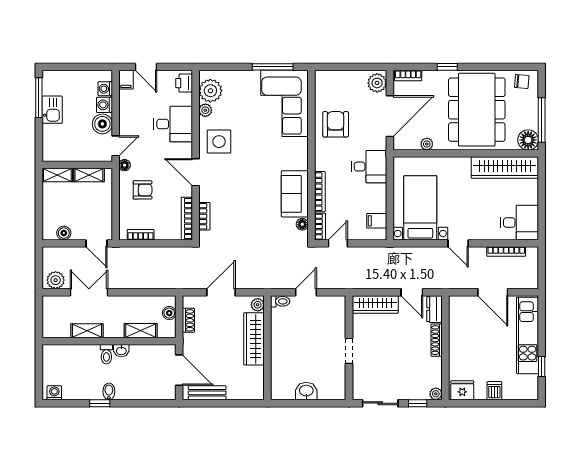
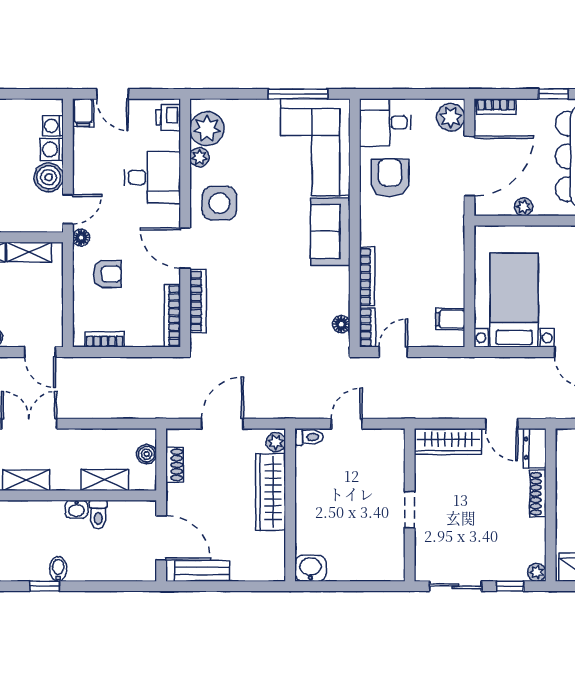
desk: (369, 167) -> (385, 122), moved, turned 180
sofa: (295, 194) -> (330, 232), moved
bookcase: (204, 216) -> (198, 301), width x1.56
toilet: (106, 354) -> (98, 514), moved
washbasin: (306, 391) -> (310, 568), moved

